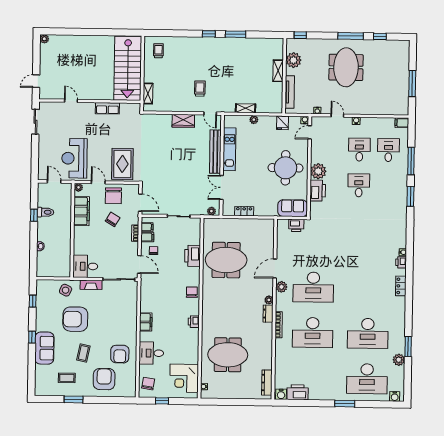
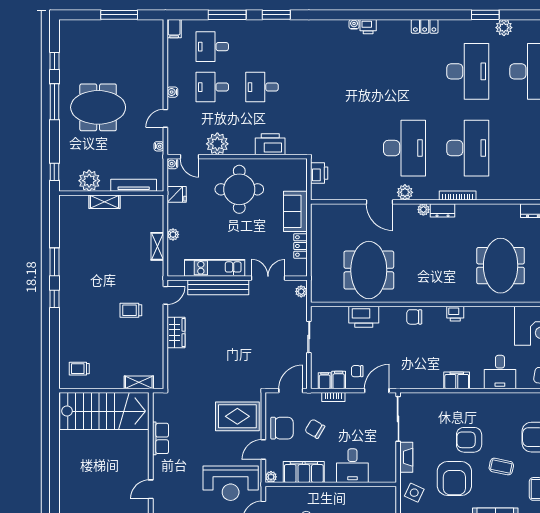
plant: (318, 171) -> (217, 144), moved
double door: (221, 188) -> (268, 278), swing flipped
sofa: (293, 208) -> (295, 211), moved
desk: (85, 266) -> (352, 466), moved
locker: (401, 286) -> (425, 26), moved
armchair: (120, 354) -> (469, 440), moved, turned 180

